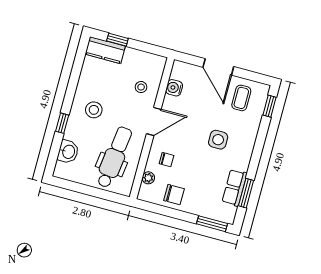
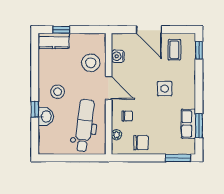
stool: (141, 87) -> (91, 63), width x1.89, depth x1.89
door: (154, 121) -> (109, 88), hinge flipped
washbasin: (68, 152) -> (46, 117), moved

